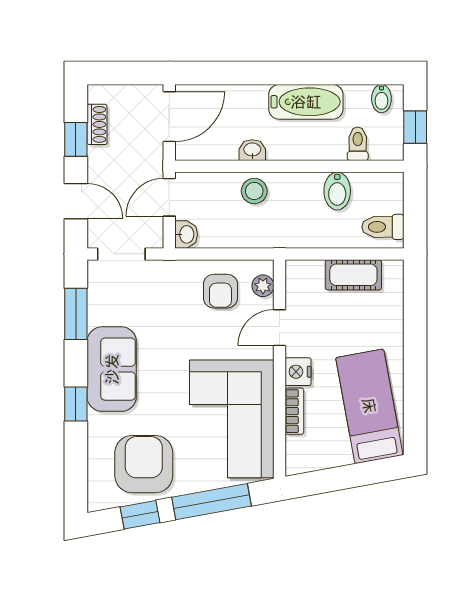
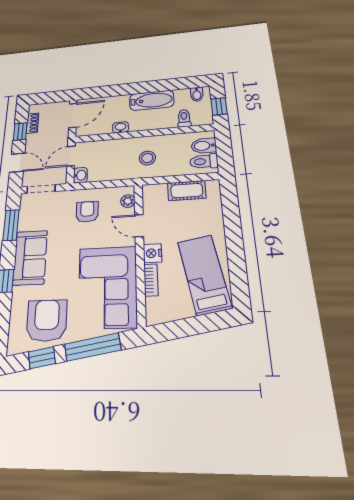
stool: (254, 191) -> (147, 158), moved
bidet: (337, 191) -> (204, 146), moved, turned 90
armchair: (220, 291) -> (87, 212), moved, turned 180
door: (279, 328) -> (139, 226), hinge flipped

